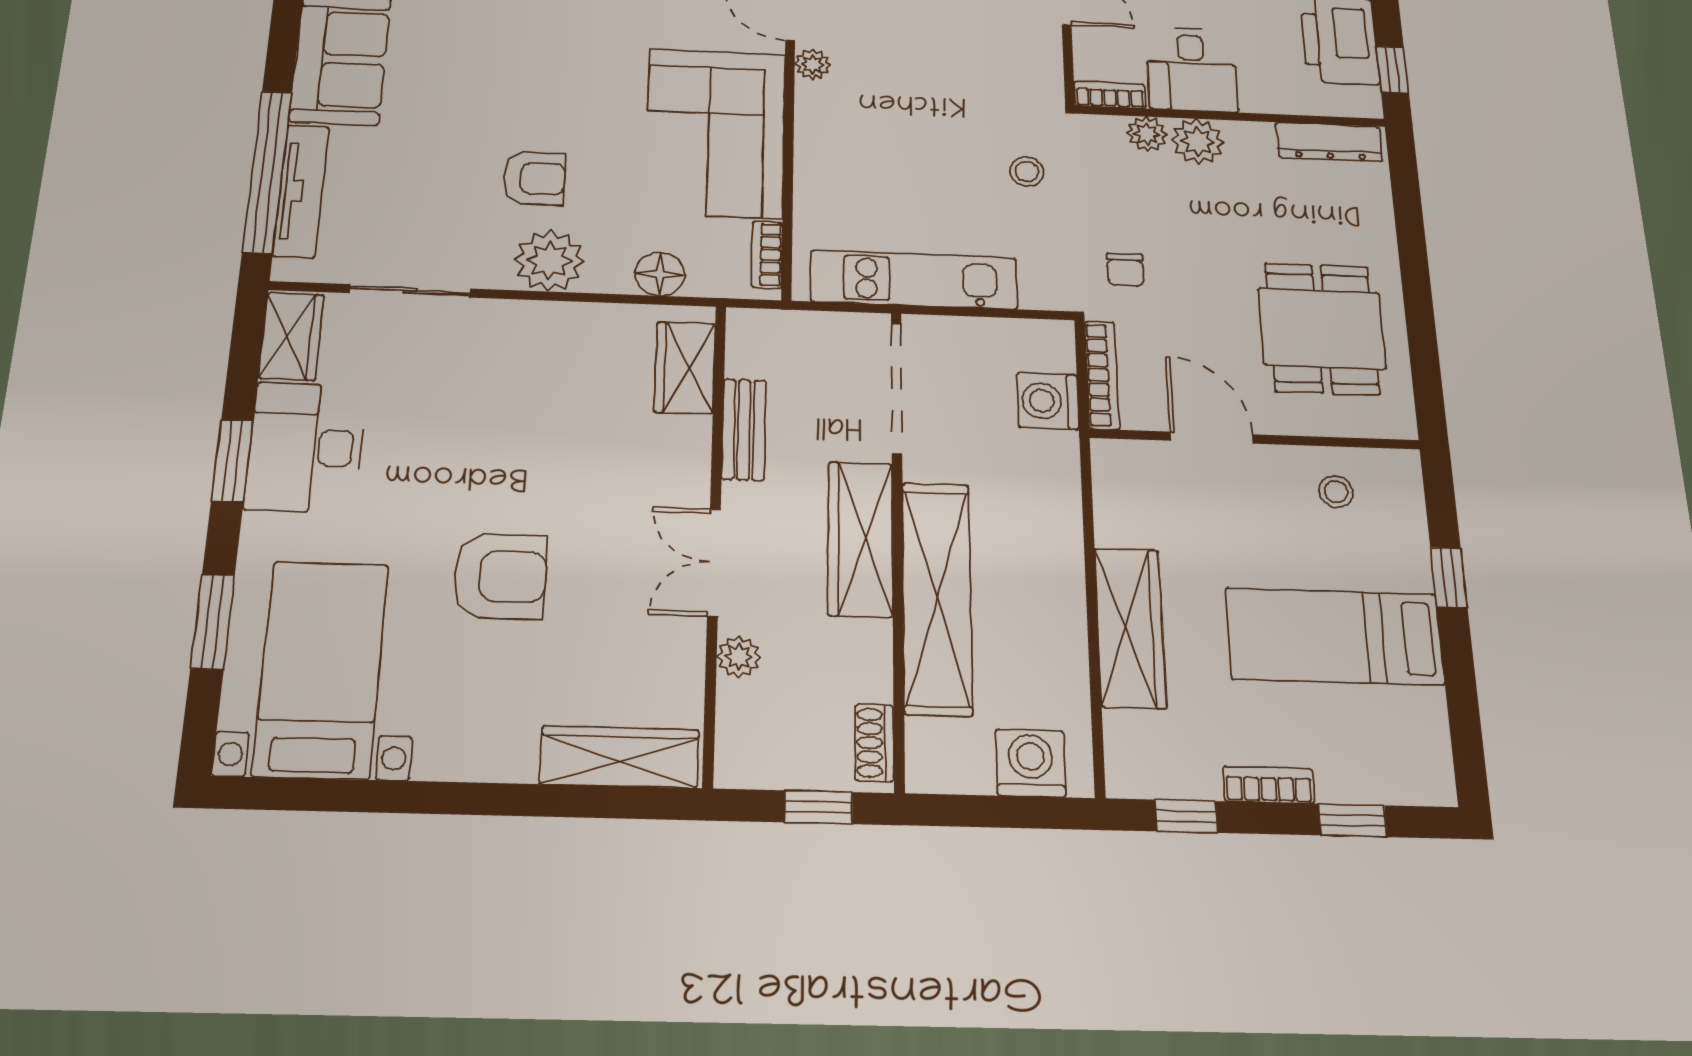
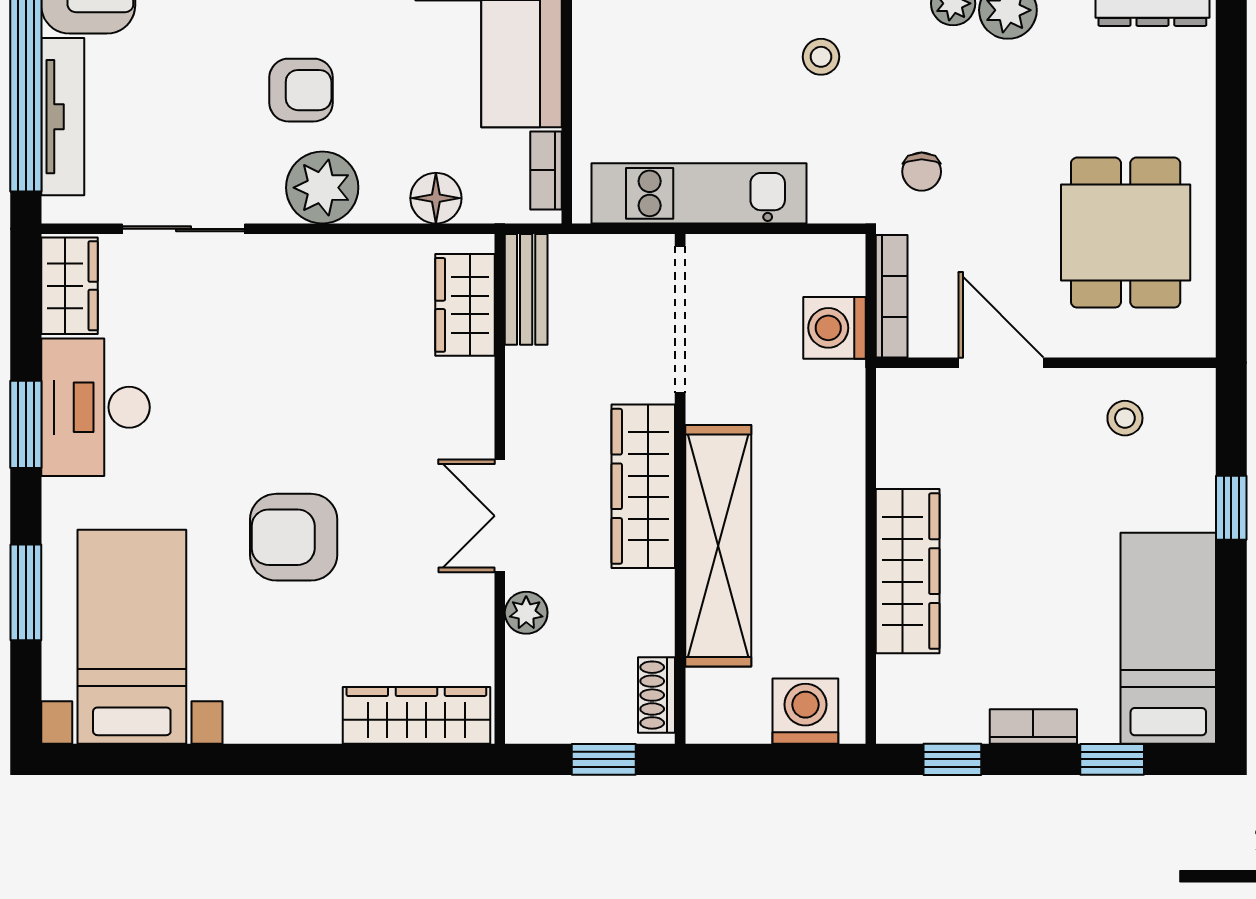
bench: (744, 430) -> (526, 289), moved
armchair: (500, 576) -> (294, 537), turned 180
bed: (1335, 636) -> (1168, 638), moved, turned 90

